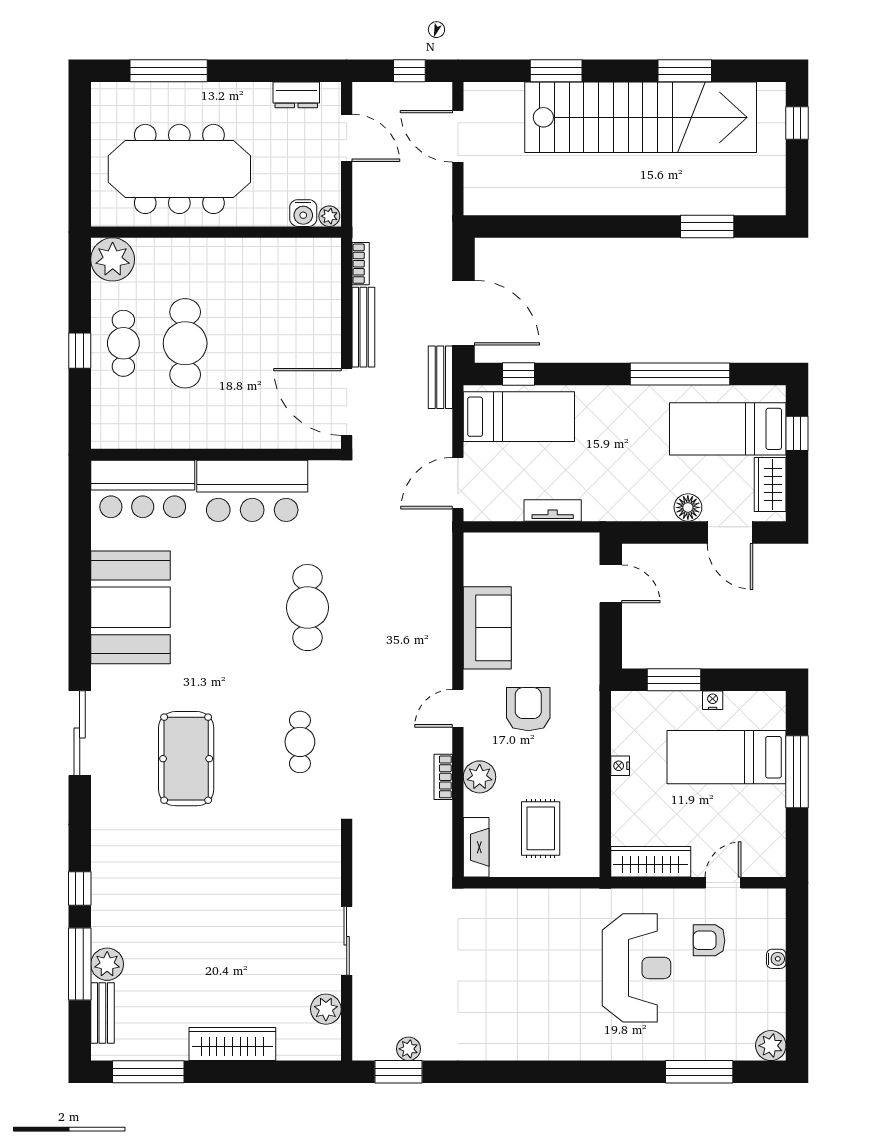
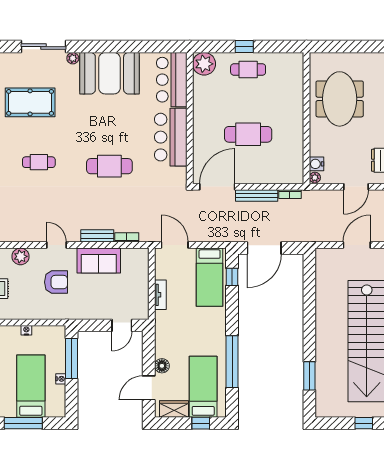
meeting table: (179, 169) -> (340, 99), width x0.73
plant: (113, 259) -> (204, 64), moved
cafe table: (185, 343) -> (248, 134), moved
bench: (440, 377) -> (97, 236), moved
plant: (102, 677) -> (73, 58), added
window: (674, 680) -> (71, 359), width x1.44
bookcase: (443, 777) -> (127, 237), moved

